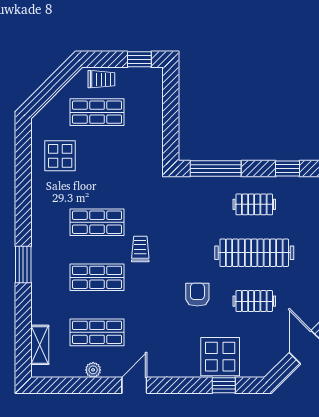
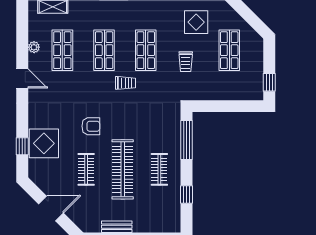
trolley: (101, 79) -> (186, 62), moved

